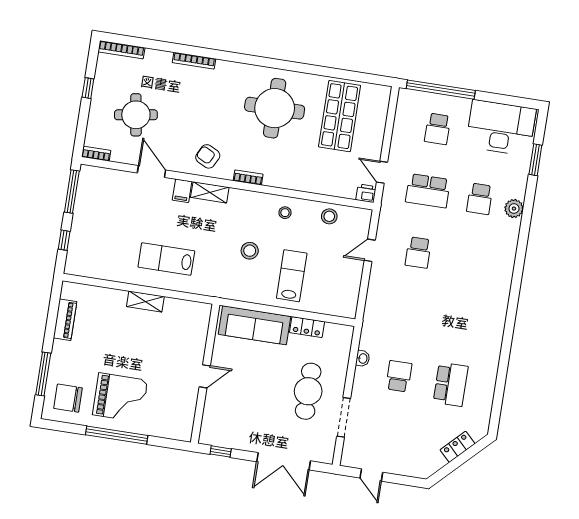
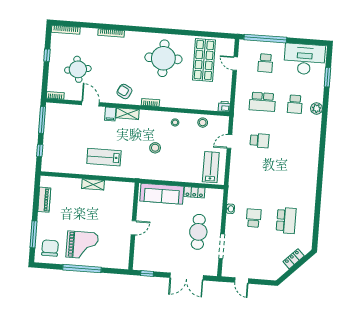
door: (382, 172) -> (235, 64), moved
school desk: (418, 253) -> (259, 141), turned -90
lab bench: (292, 276) -> (211, 167), moved
chair: (68, 398) -> (50, 248), turned 90

